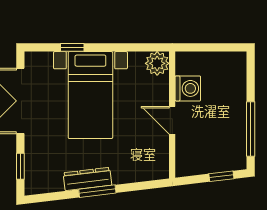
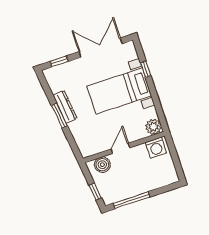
washing machine: (188, 88) -> (156, 148), moved
boiler: (187, 153) -> (102, 165), added

